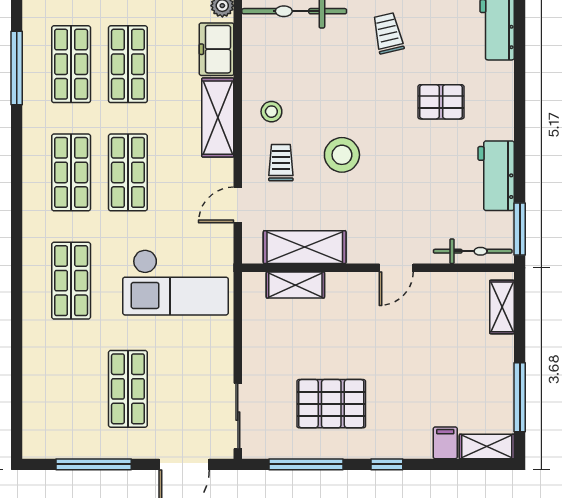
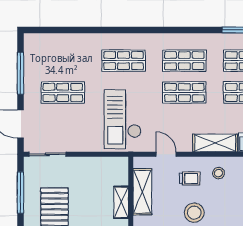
shelving: (295, 285) -> (121, 202), moved

